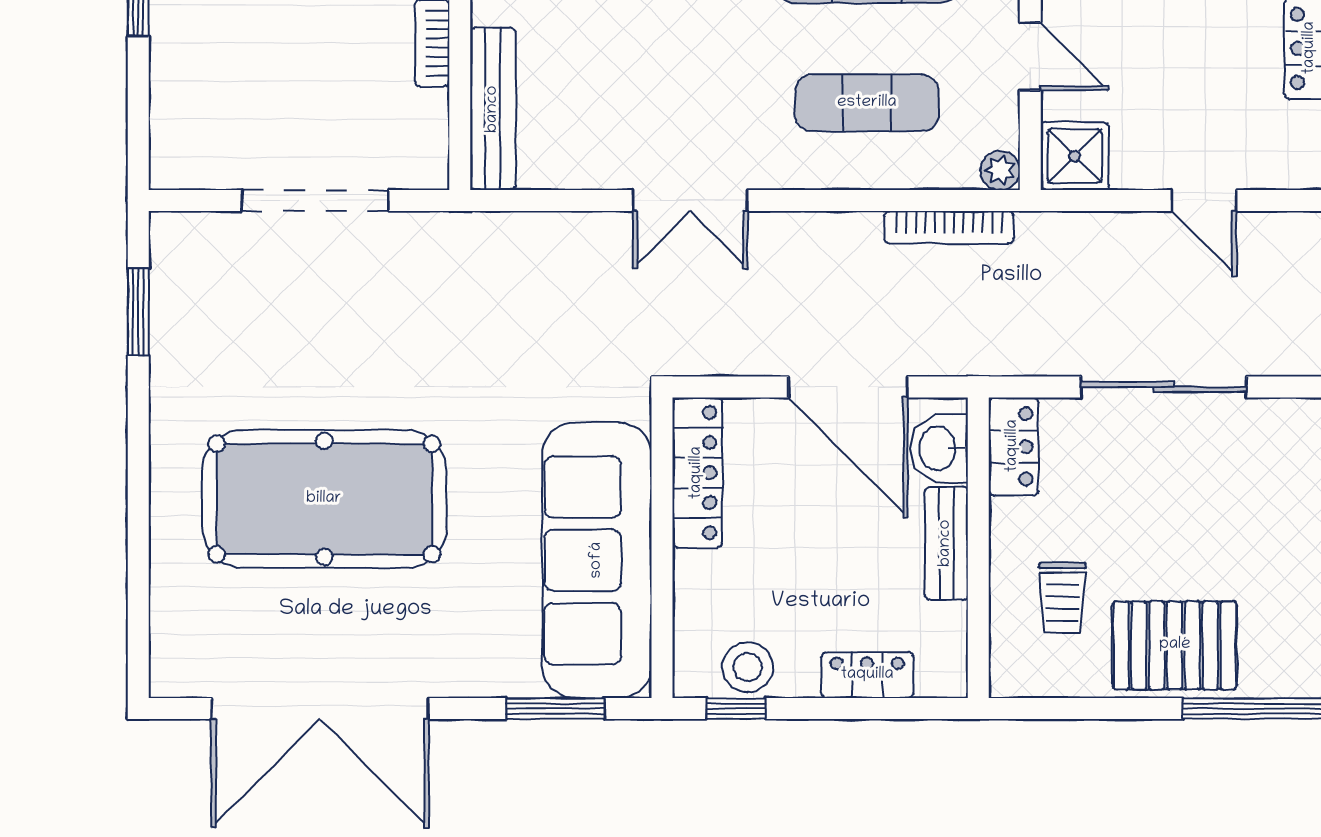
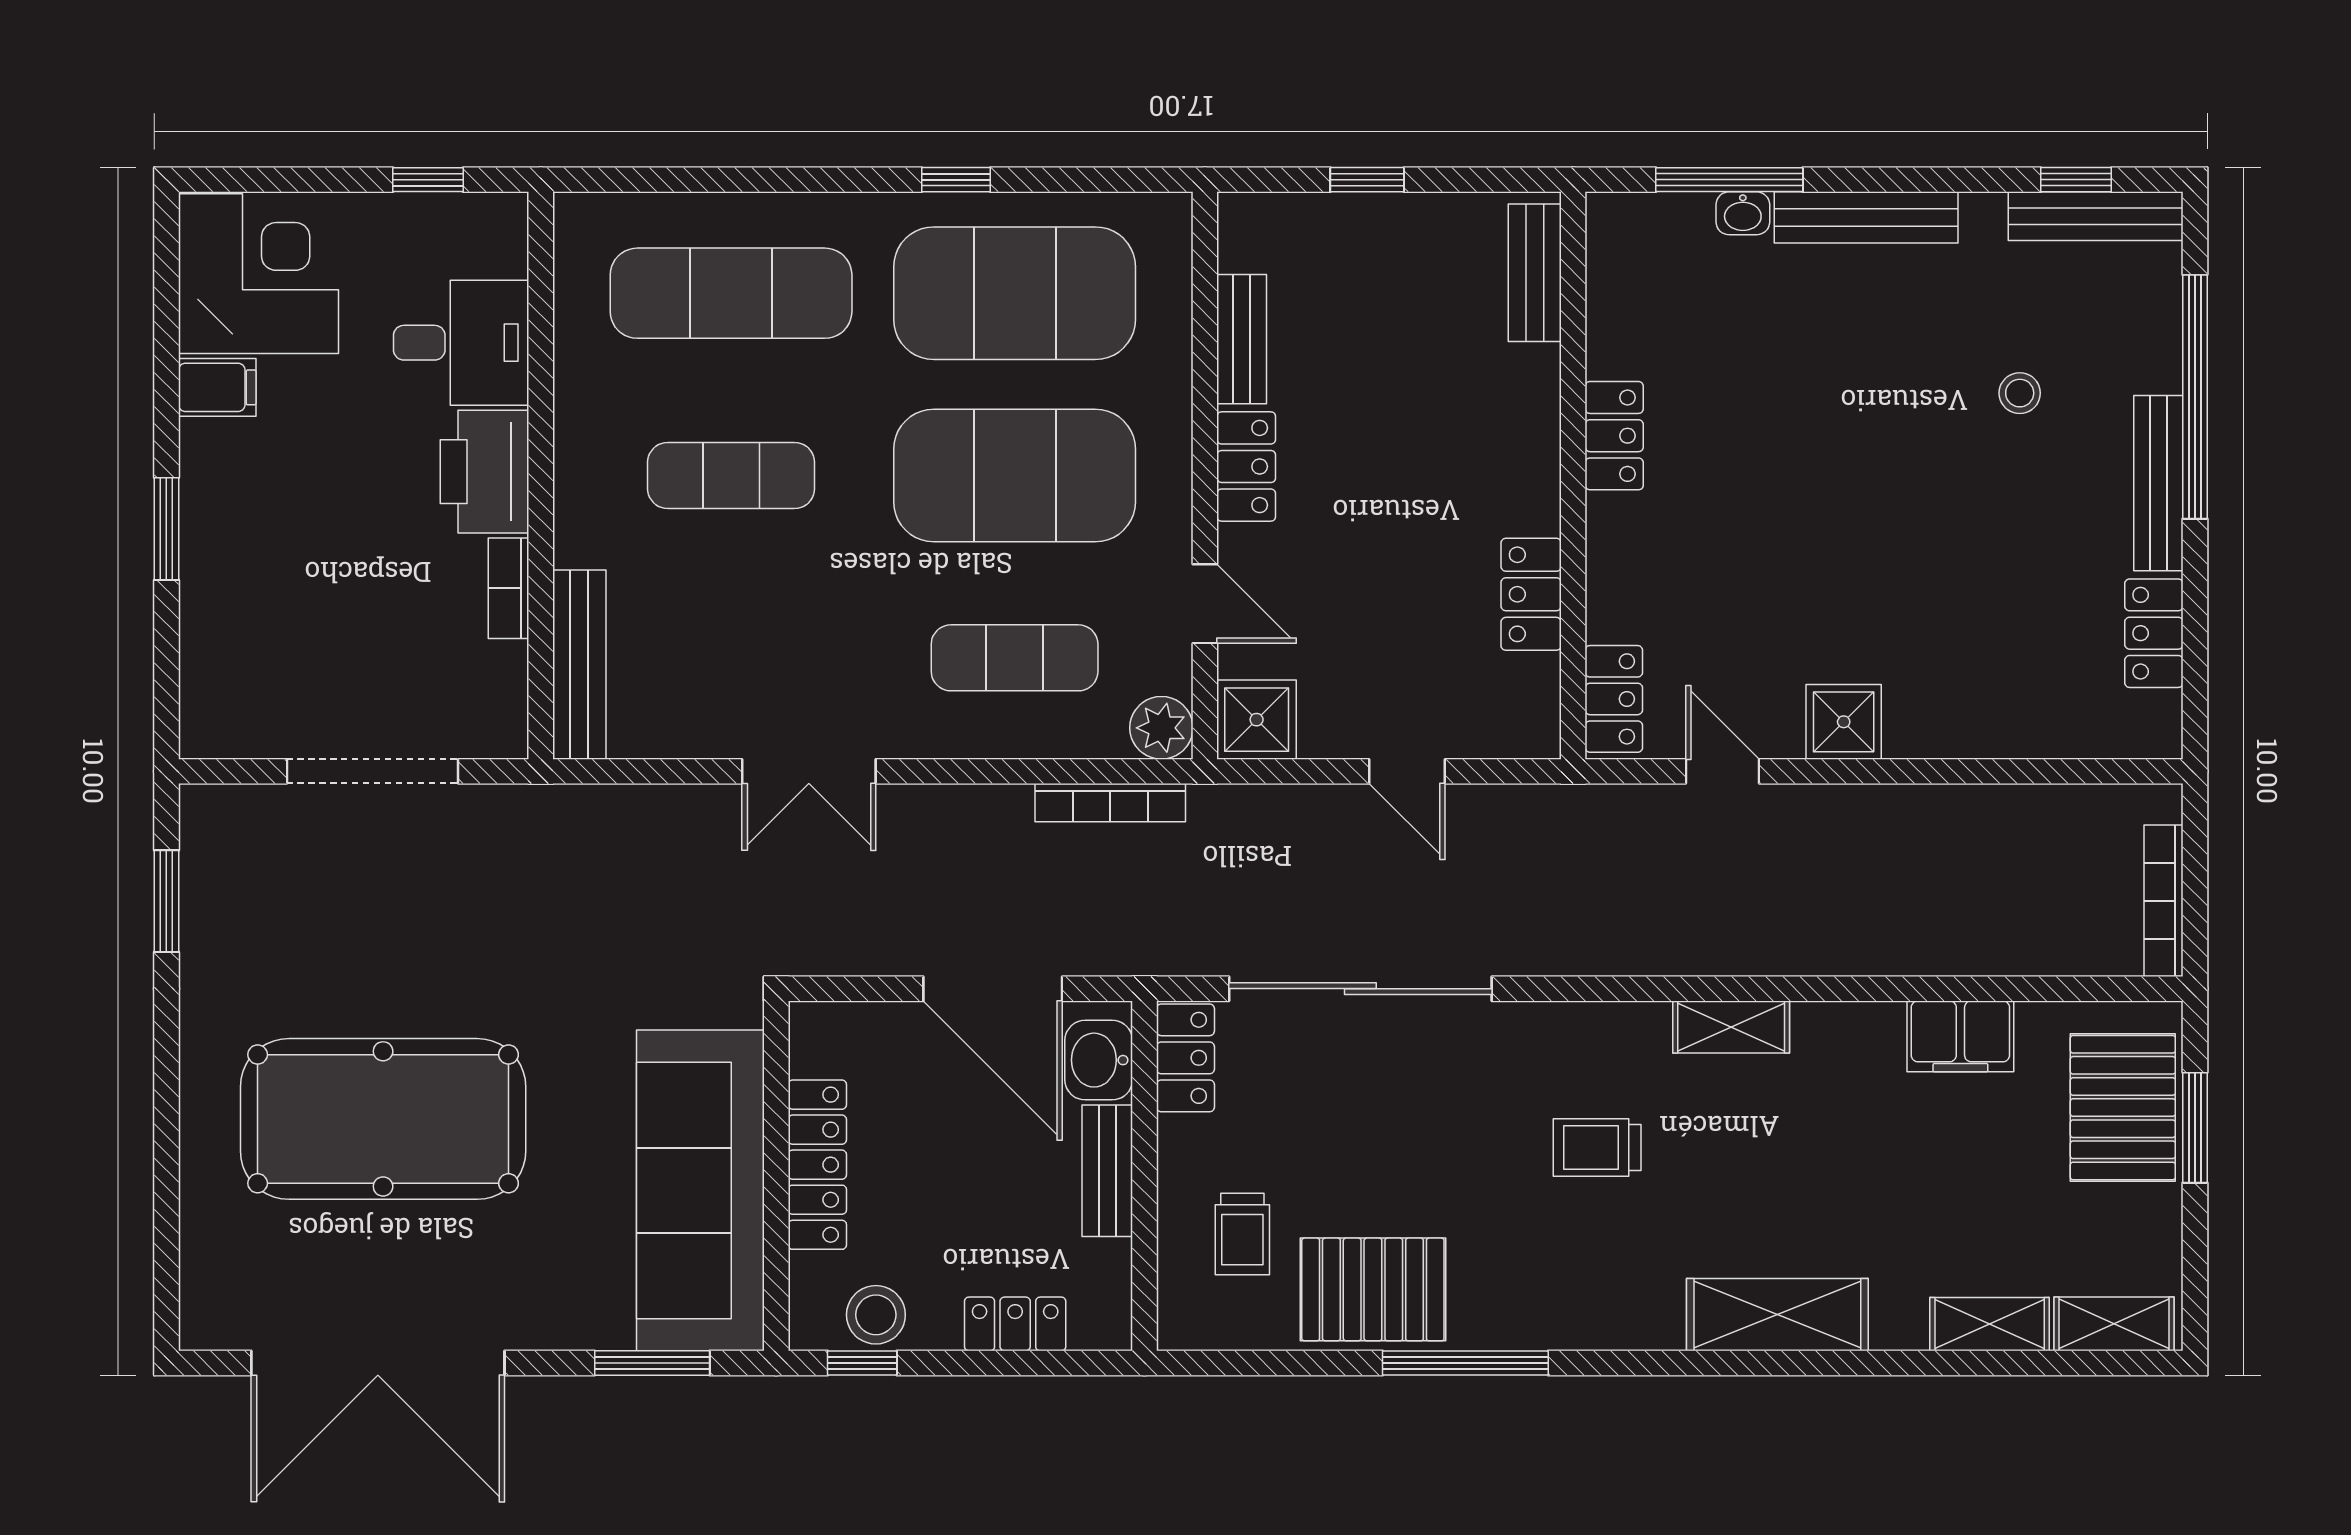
plant: (1000, 170) -> (1161, 728), width x1.38, depth x1.38
sliding door: (1164, 387) -> (1360, 989), width x1.36
locker: (697, 473) -> (817, 1165), moved

